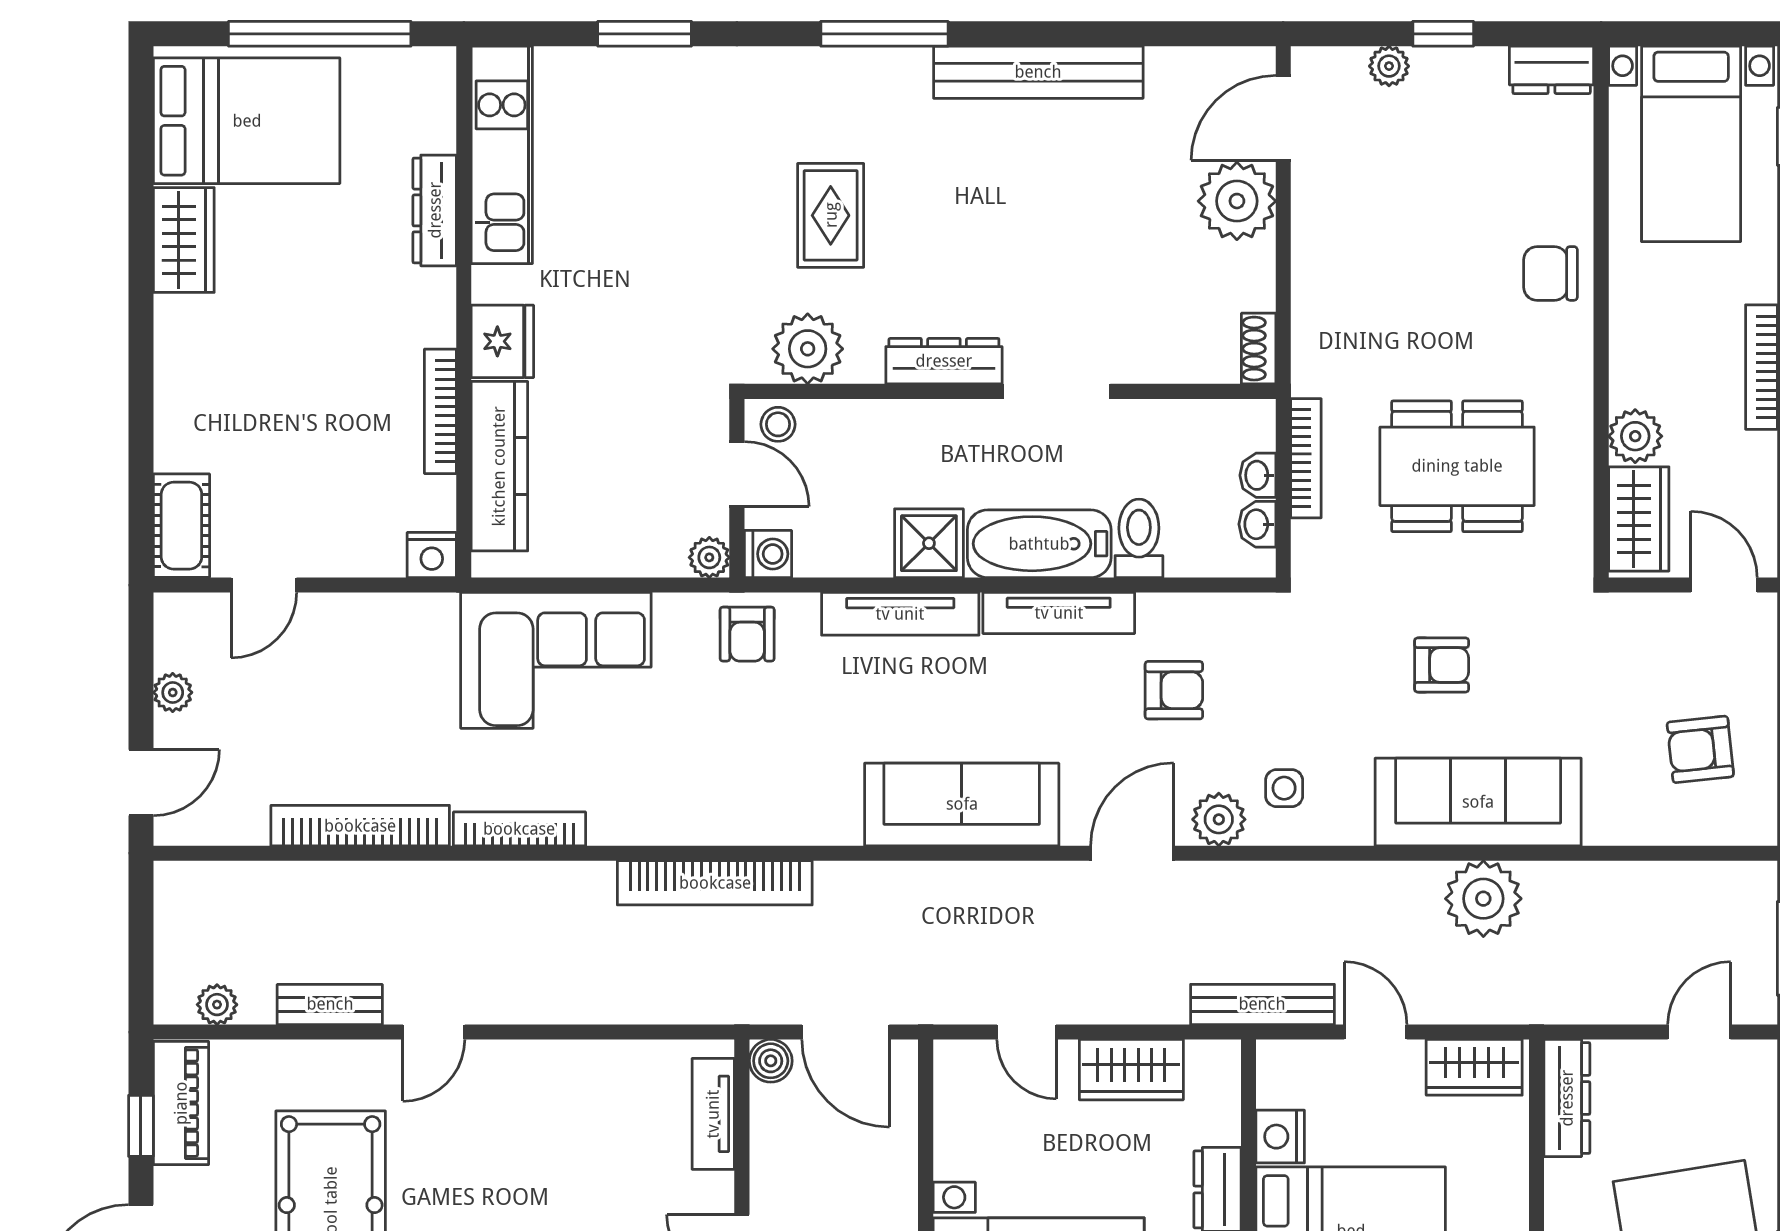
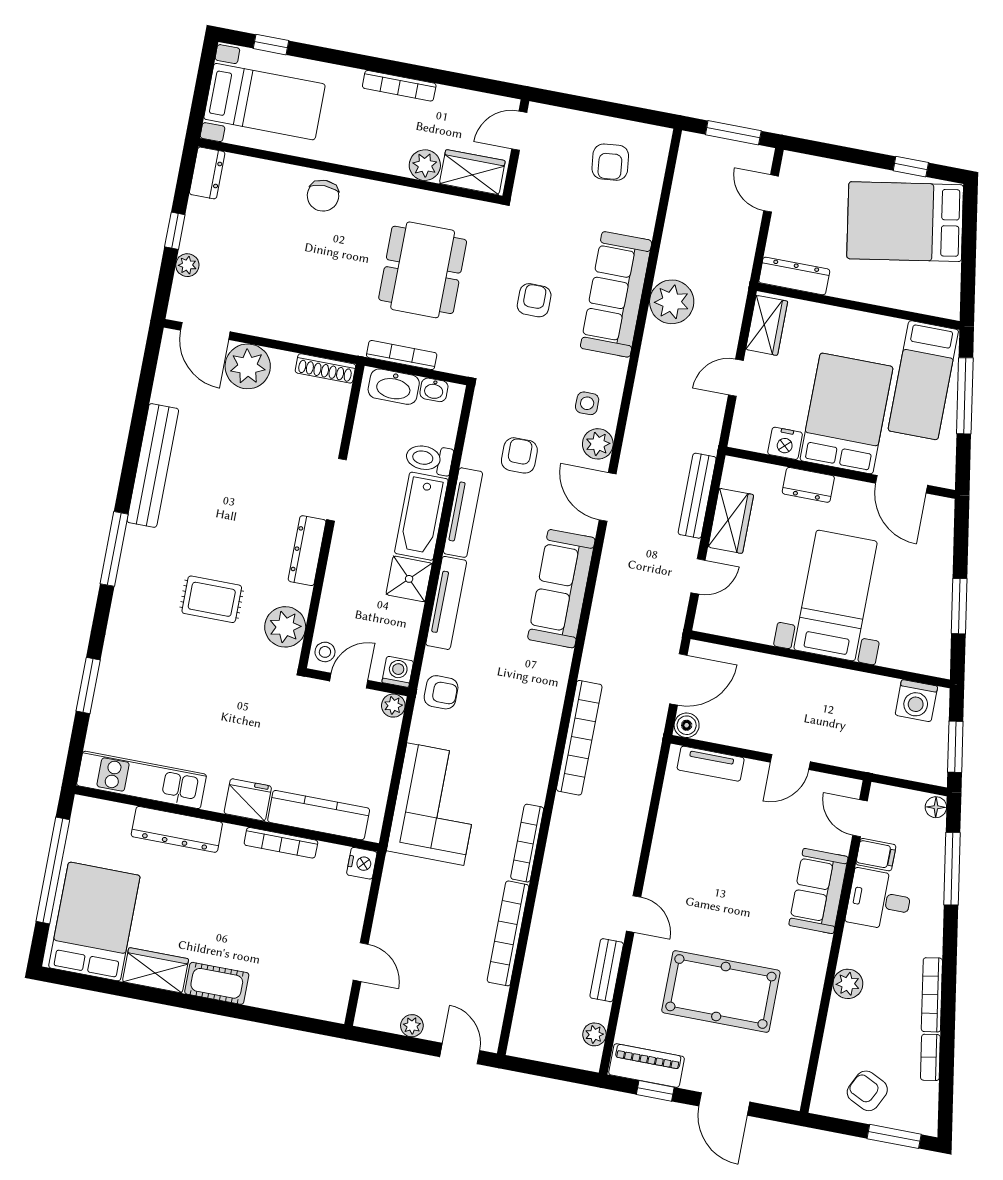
dresser: (435, 210) -> (177, 829), width x1.37, depth x1.24
shoe rack: (1259, 349) -> (325, 368), width x1.43
washbasin: (1258, 475) -> (394, 387), width x1.91, depth x1.45
cot: (181, 526) -> (217, 983), moved
bench: (1262, 1004) -> (697, 496), moved

